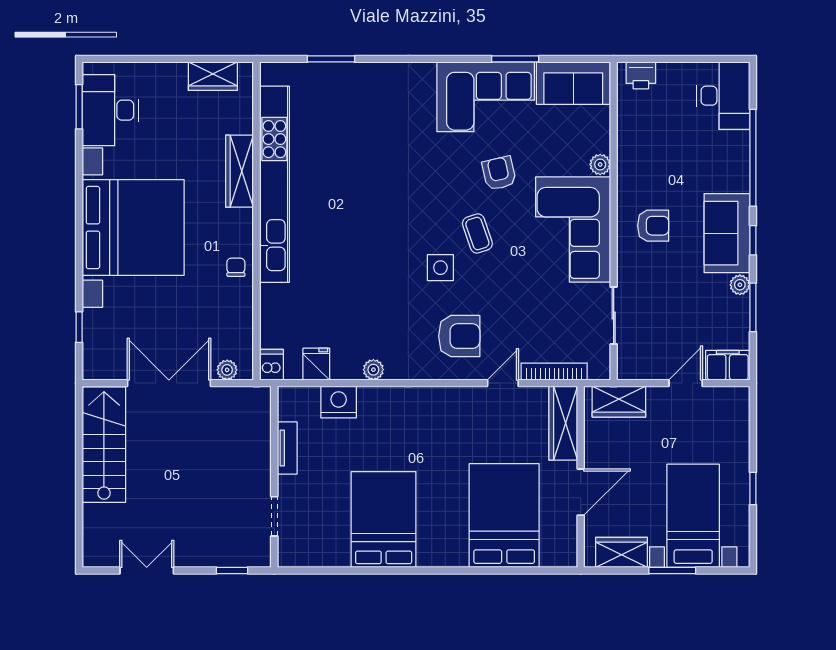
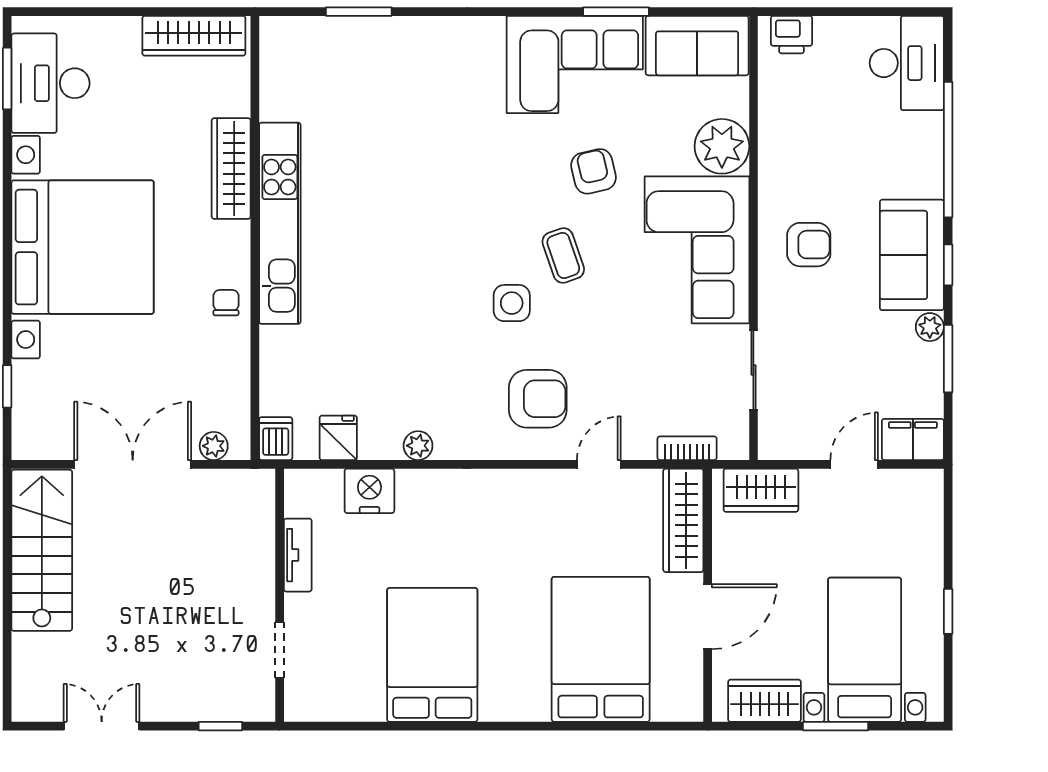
wardrobe: (213, 76) -> (194, 36), width x1.50
plant: (600, 164) -> (722, 146), width x1.87, depth x1.87
kitchen unit: (274, 184) -> (280, 223), width x0.73
bookcase: (554, 372) -> (687, 448), width x0.64

